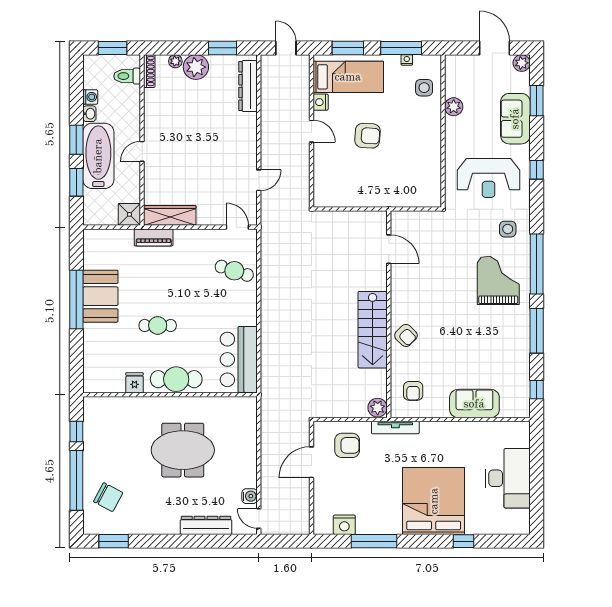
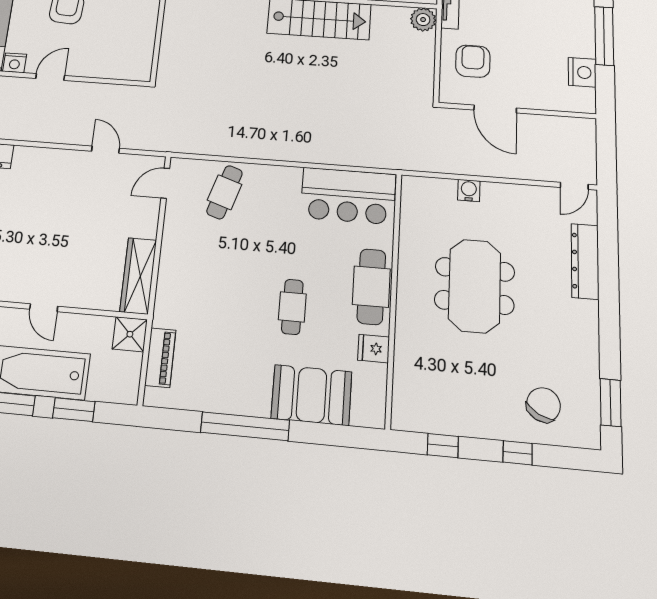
piano: (154, 237) -> (160, 358), moved
booth: (100, 296) -> (311, 395), moved
window: (76, 480) -> (518, 453), width x0.32
water cooler: (250, 496) -> (469, 190), moved

